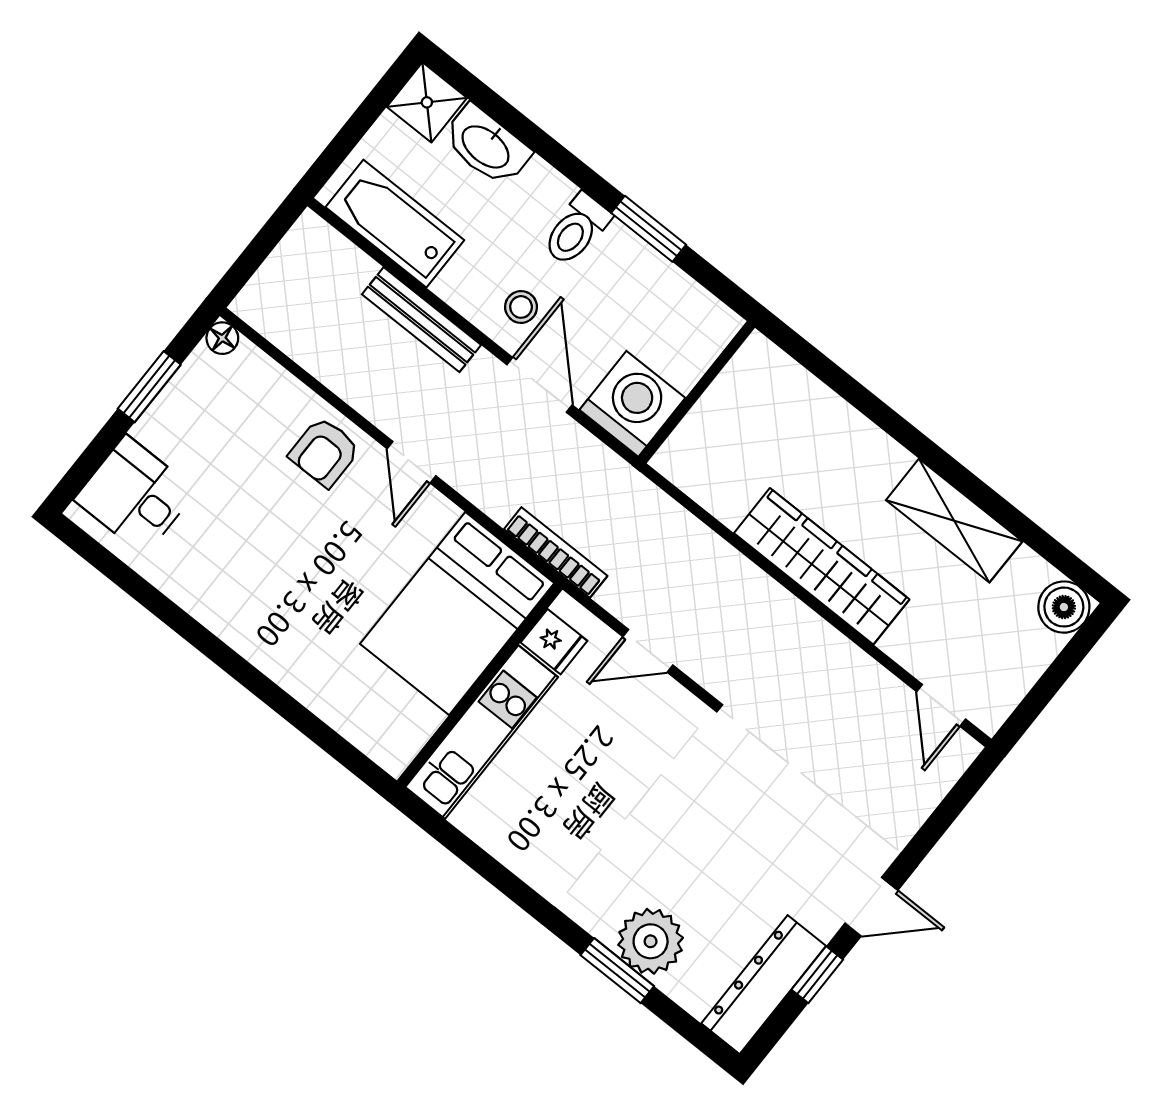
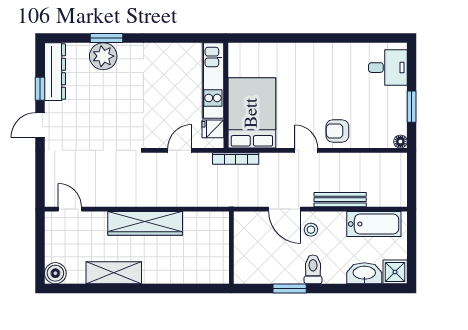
washing machine: (632, 404) -> (249, 227), removed
armchair: (324, 452) -> (337, 131), turned -90

